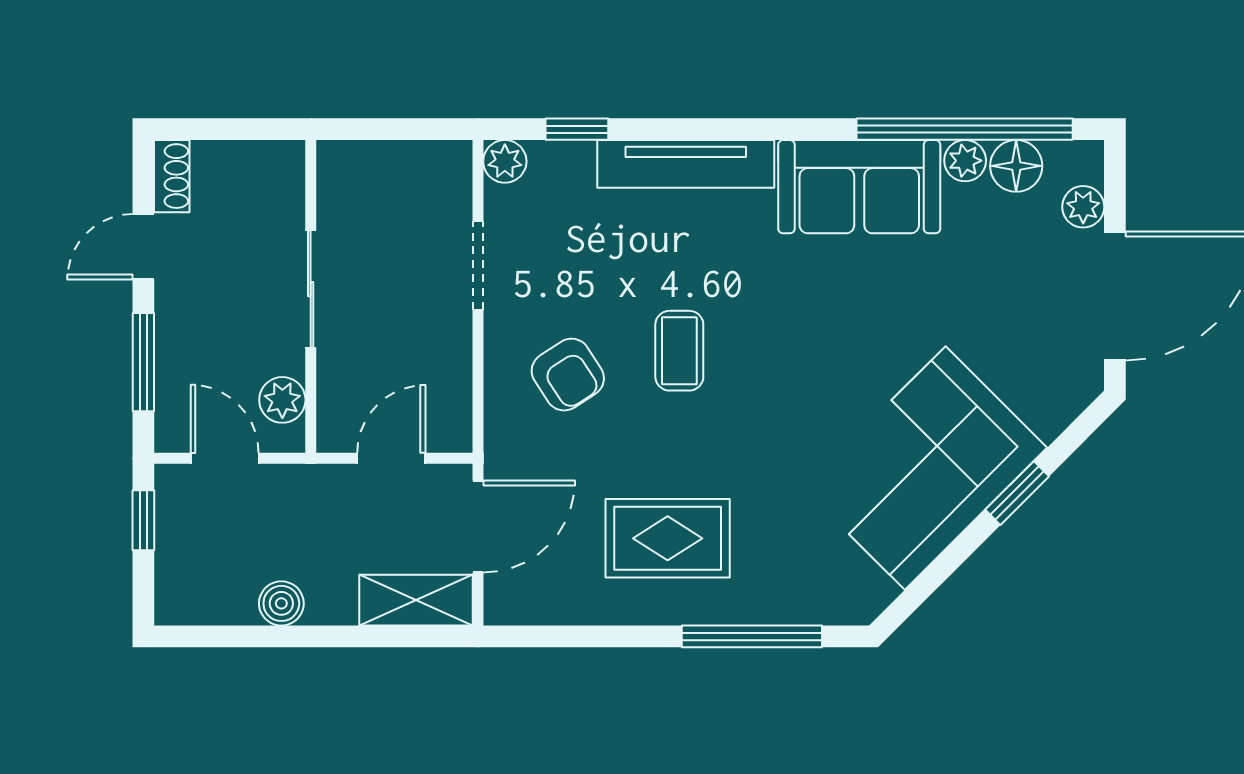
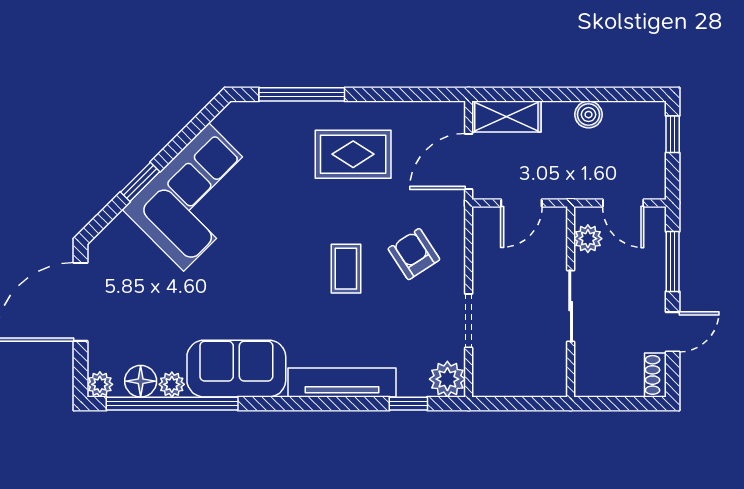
plant: (505, 161) -> (447, 379), width x1.38, depth x1.38
plant: (1083, 207) -> (100, 384), moved
window: (143, 520) -> (673, 134), moved

